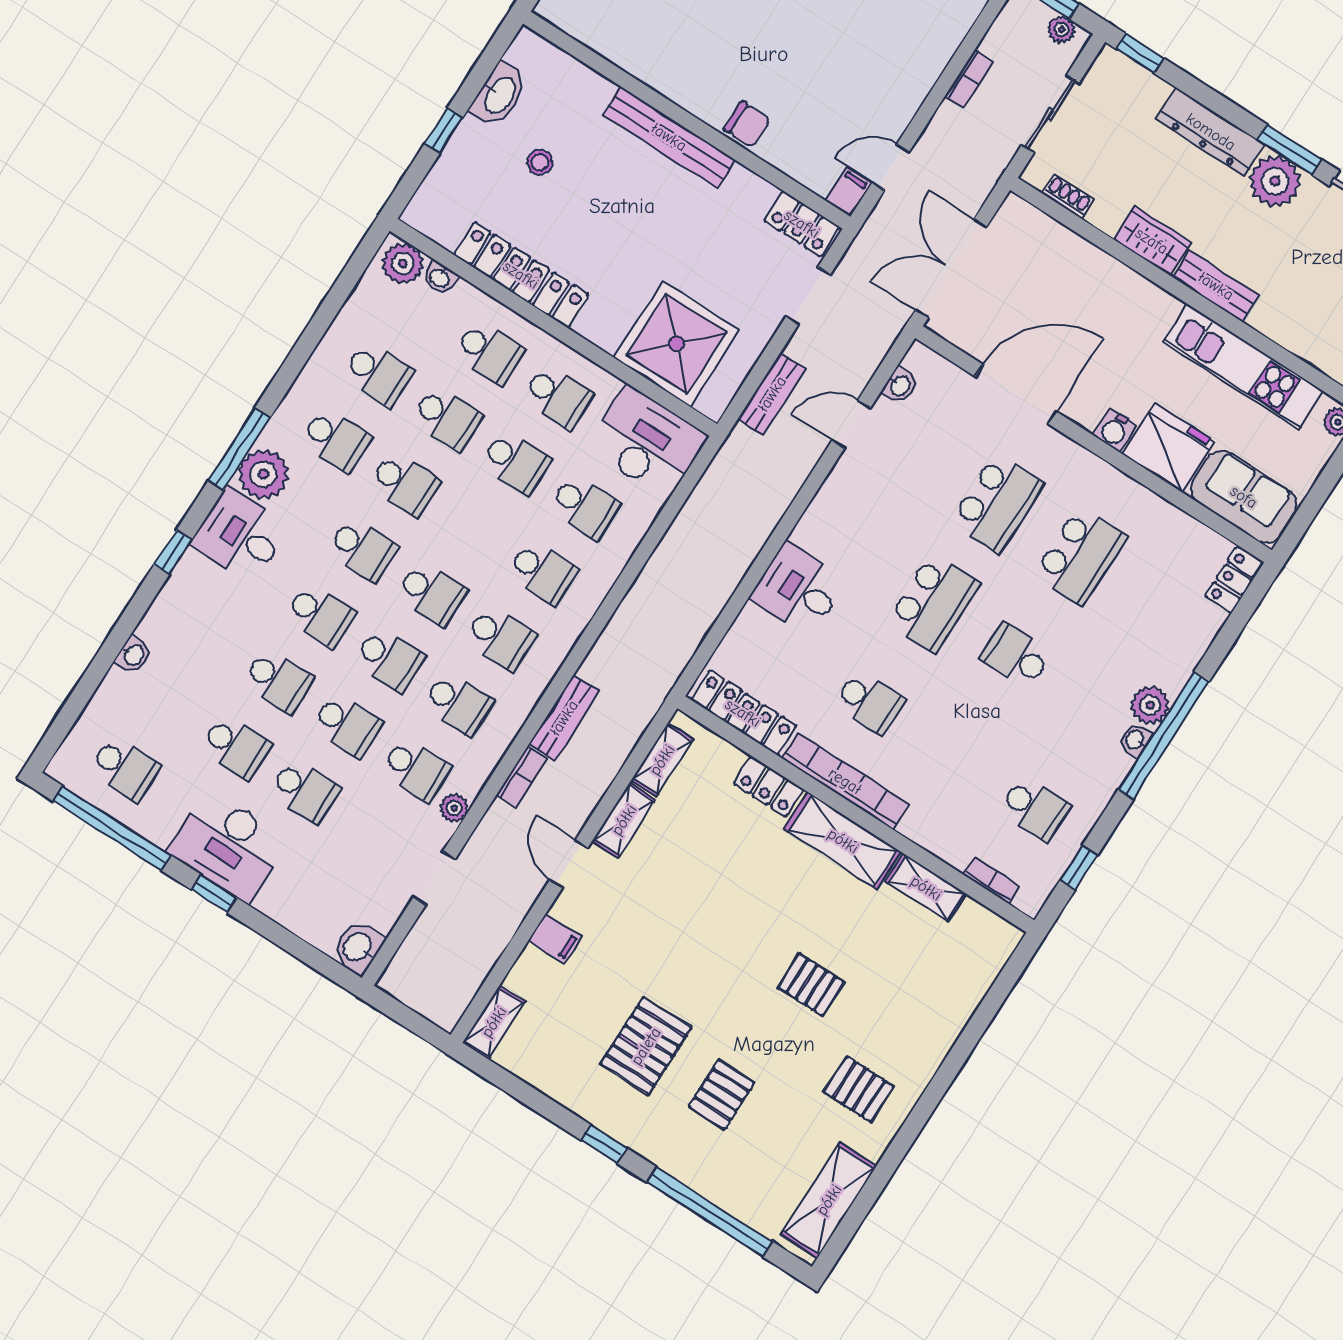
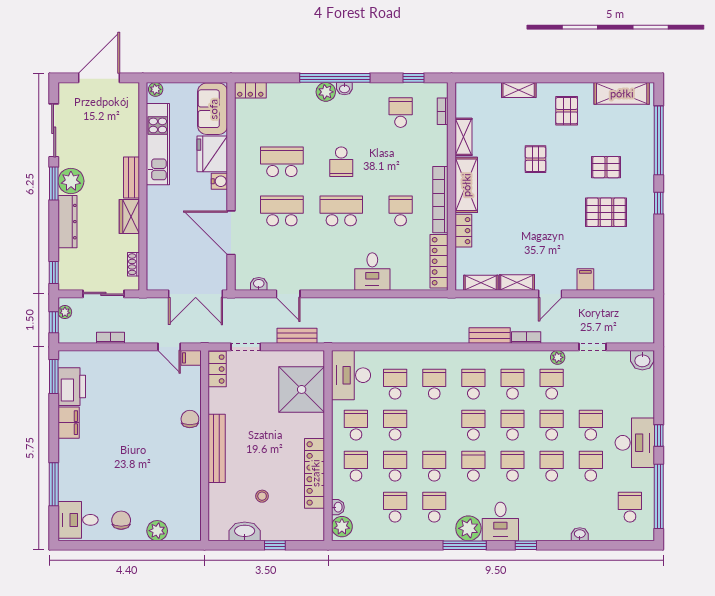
shelving: (494, 1022) -> (519, 90), moved

